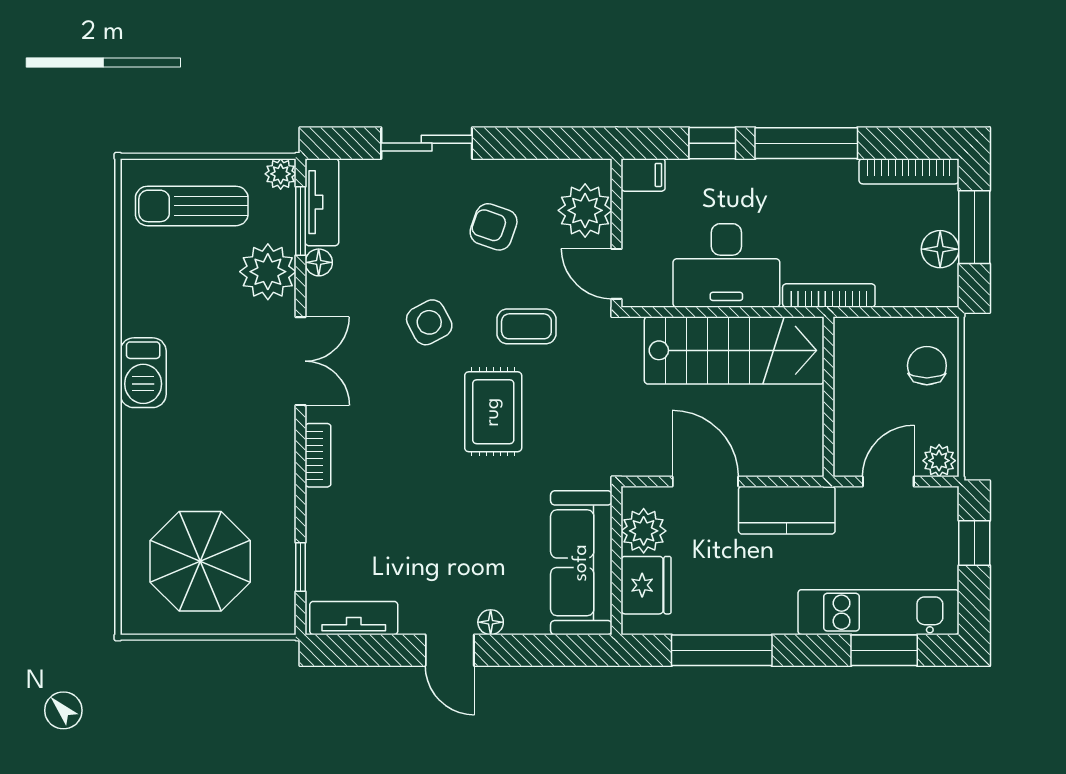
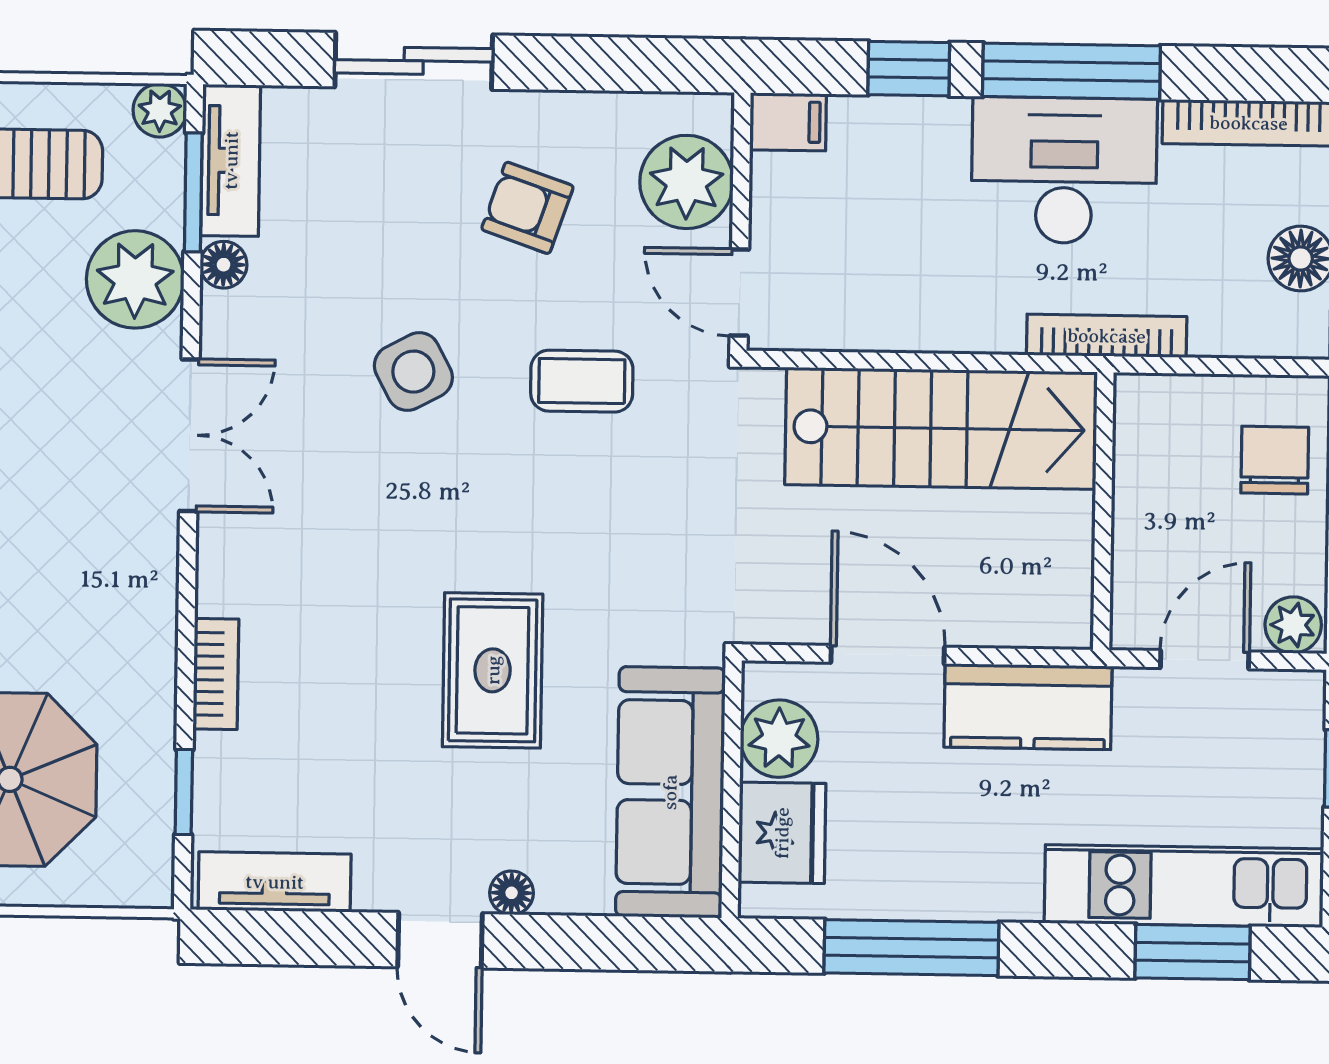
desk: (726, 265) -> (1064, 170), moved, turned 180
rug: (493, 412) -> (493, 670), moved
bookcase: (318, 455) -> (216, 674), moved

